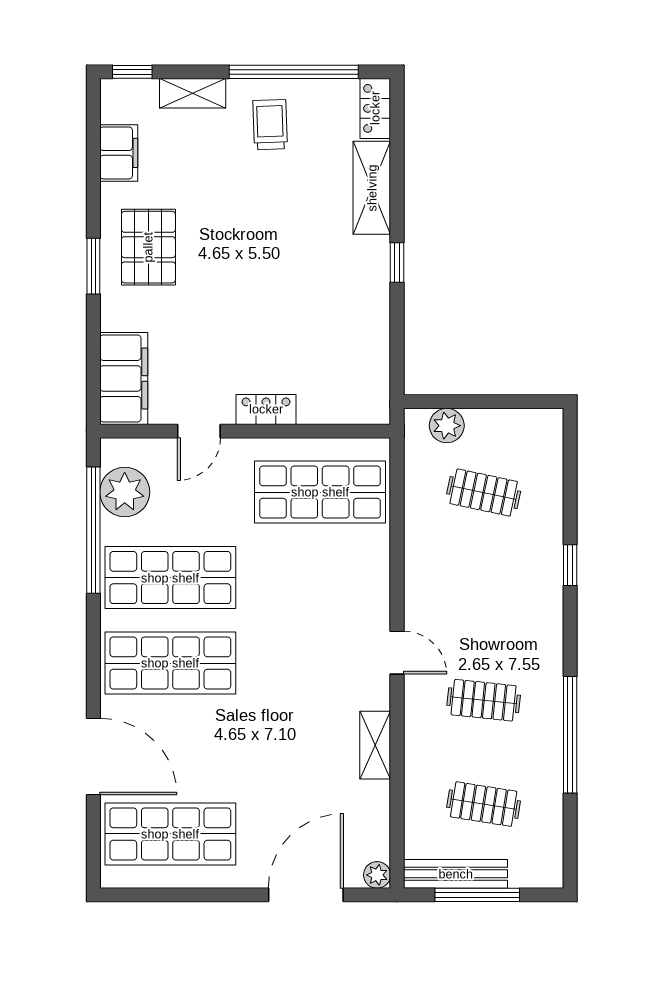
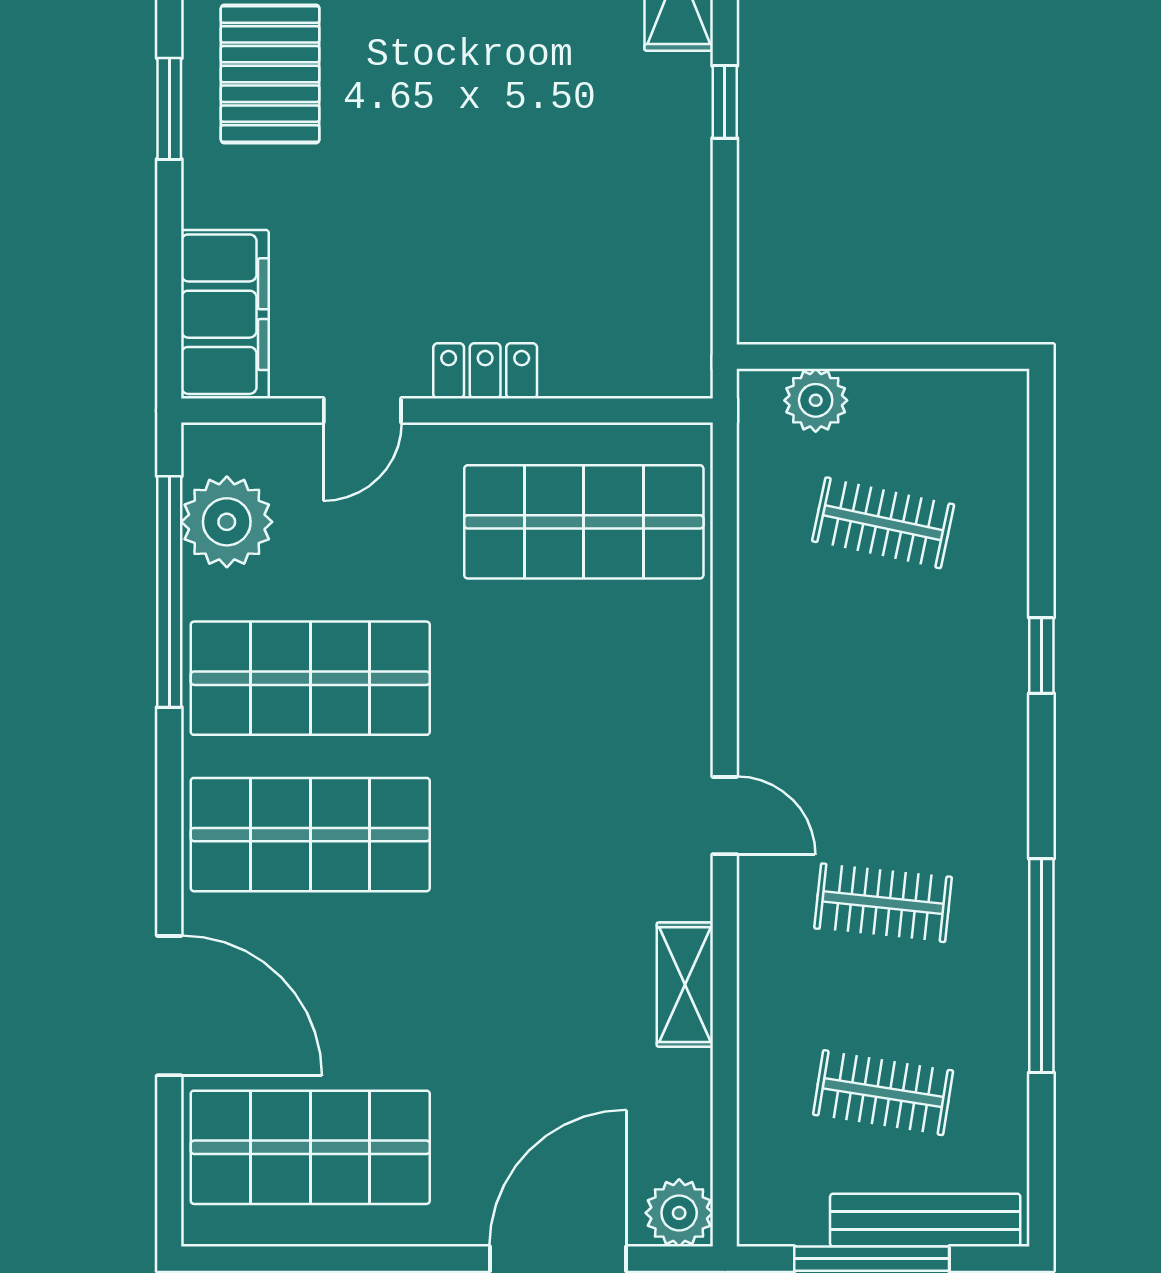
bench: (456, 874) -> (925, 1220), moved
plant: (377, 875) -> (679, 1213), width x1.38, depth x1.38

